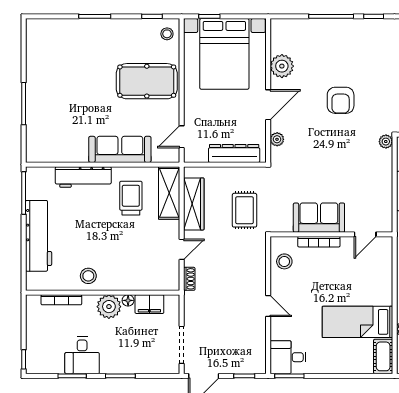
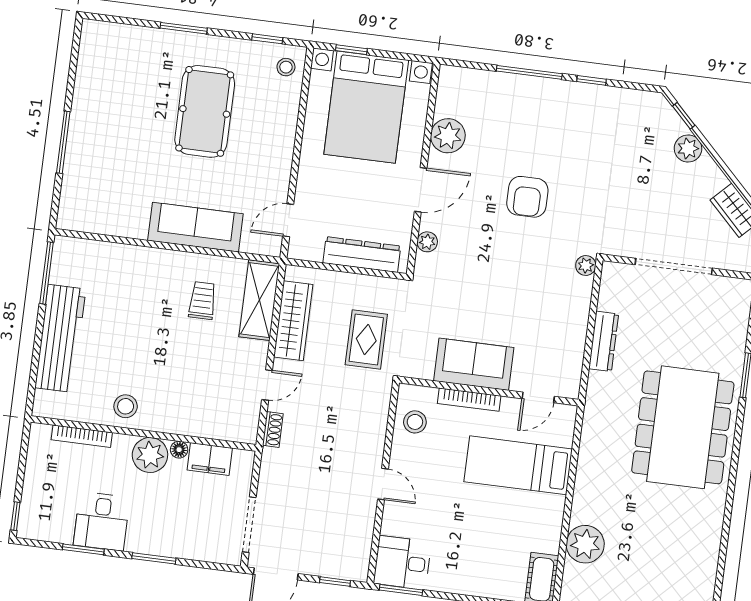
pool table: (147, 81) -> (205, 111), moved, turned 90
workbench: (83, 177) -> (137, 261), removed
trolley: (131, 198) -> (202, 301), width x0.73, depth x0.72
bed: (358, 322) -> (518, 465), moved

